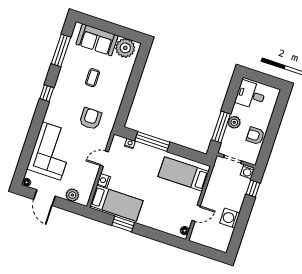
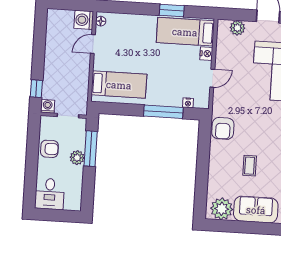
desk: (251, 95) -> (50, 194), moved, turned 90
armchair: (90, 119) -> (223, 128), moved
washing machine: (230, 218) -> (84, 20), moved, turned 180

